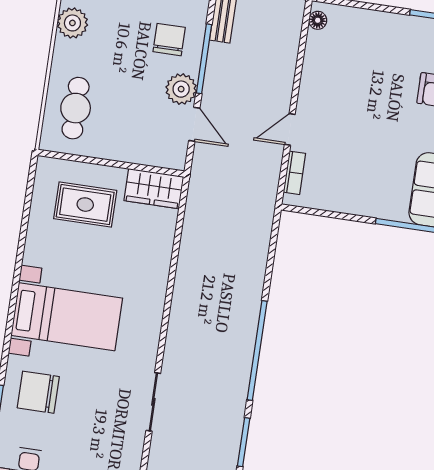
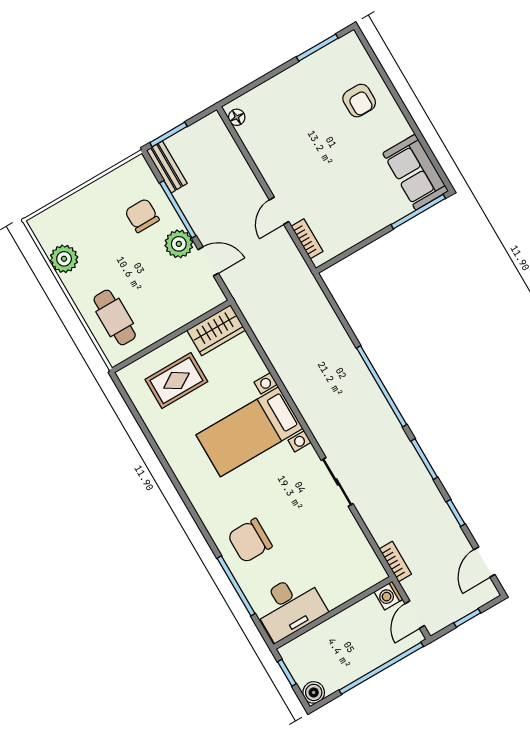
bed with nightstands: (67, 317) -> (249, 432), moved, turned 180

